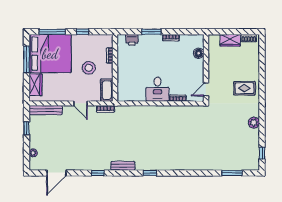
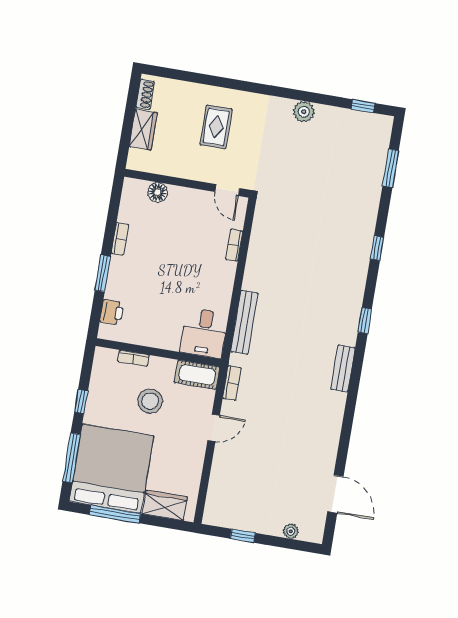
rug: (244, 88) -> (216, 127), moved
desk: (157, 89) -> (204, 333), moved, turned 90
bench: (46, 110) -> (244, 322), moved
window: (98, 173) -> (377, 248), moved

